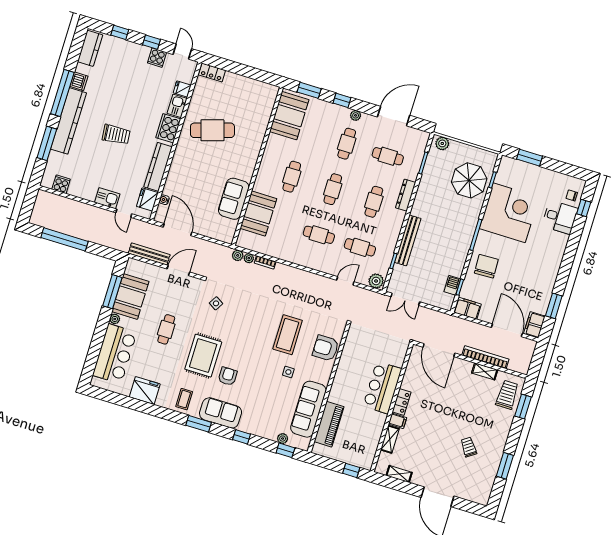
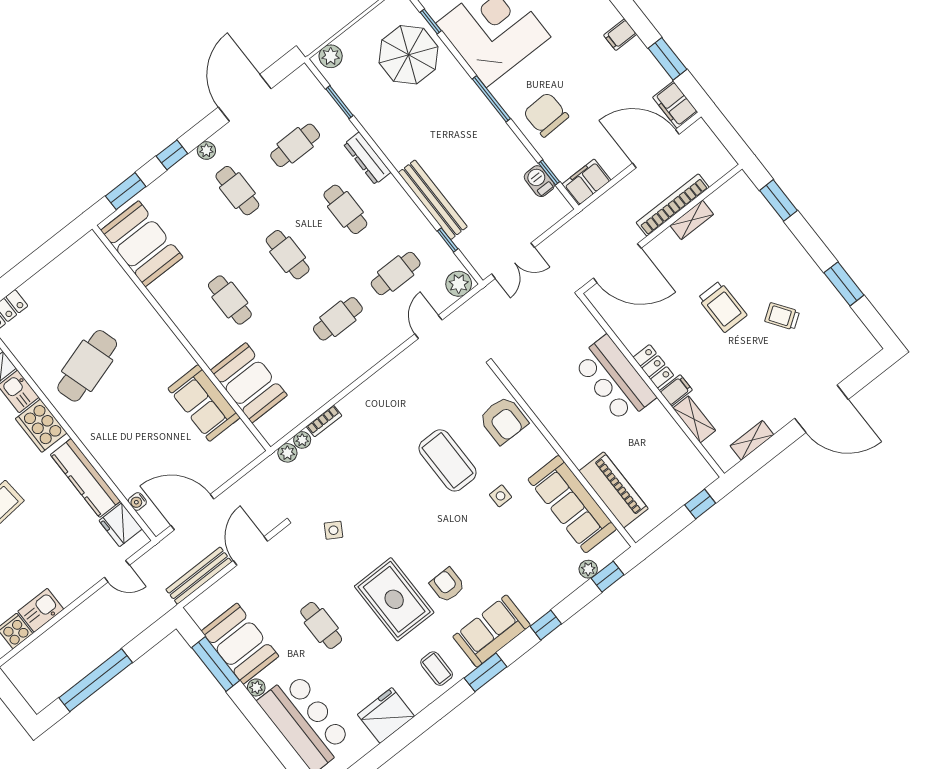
kitchen sink: (107, 198) -> (41, 610), moved
filing cabinet: (550, 275) -> (620, 35), added
armchair: (326, 348) -> (503, 420), turned -90
trolley: (507, 395) -> (722, 307), moved, turned 180

